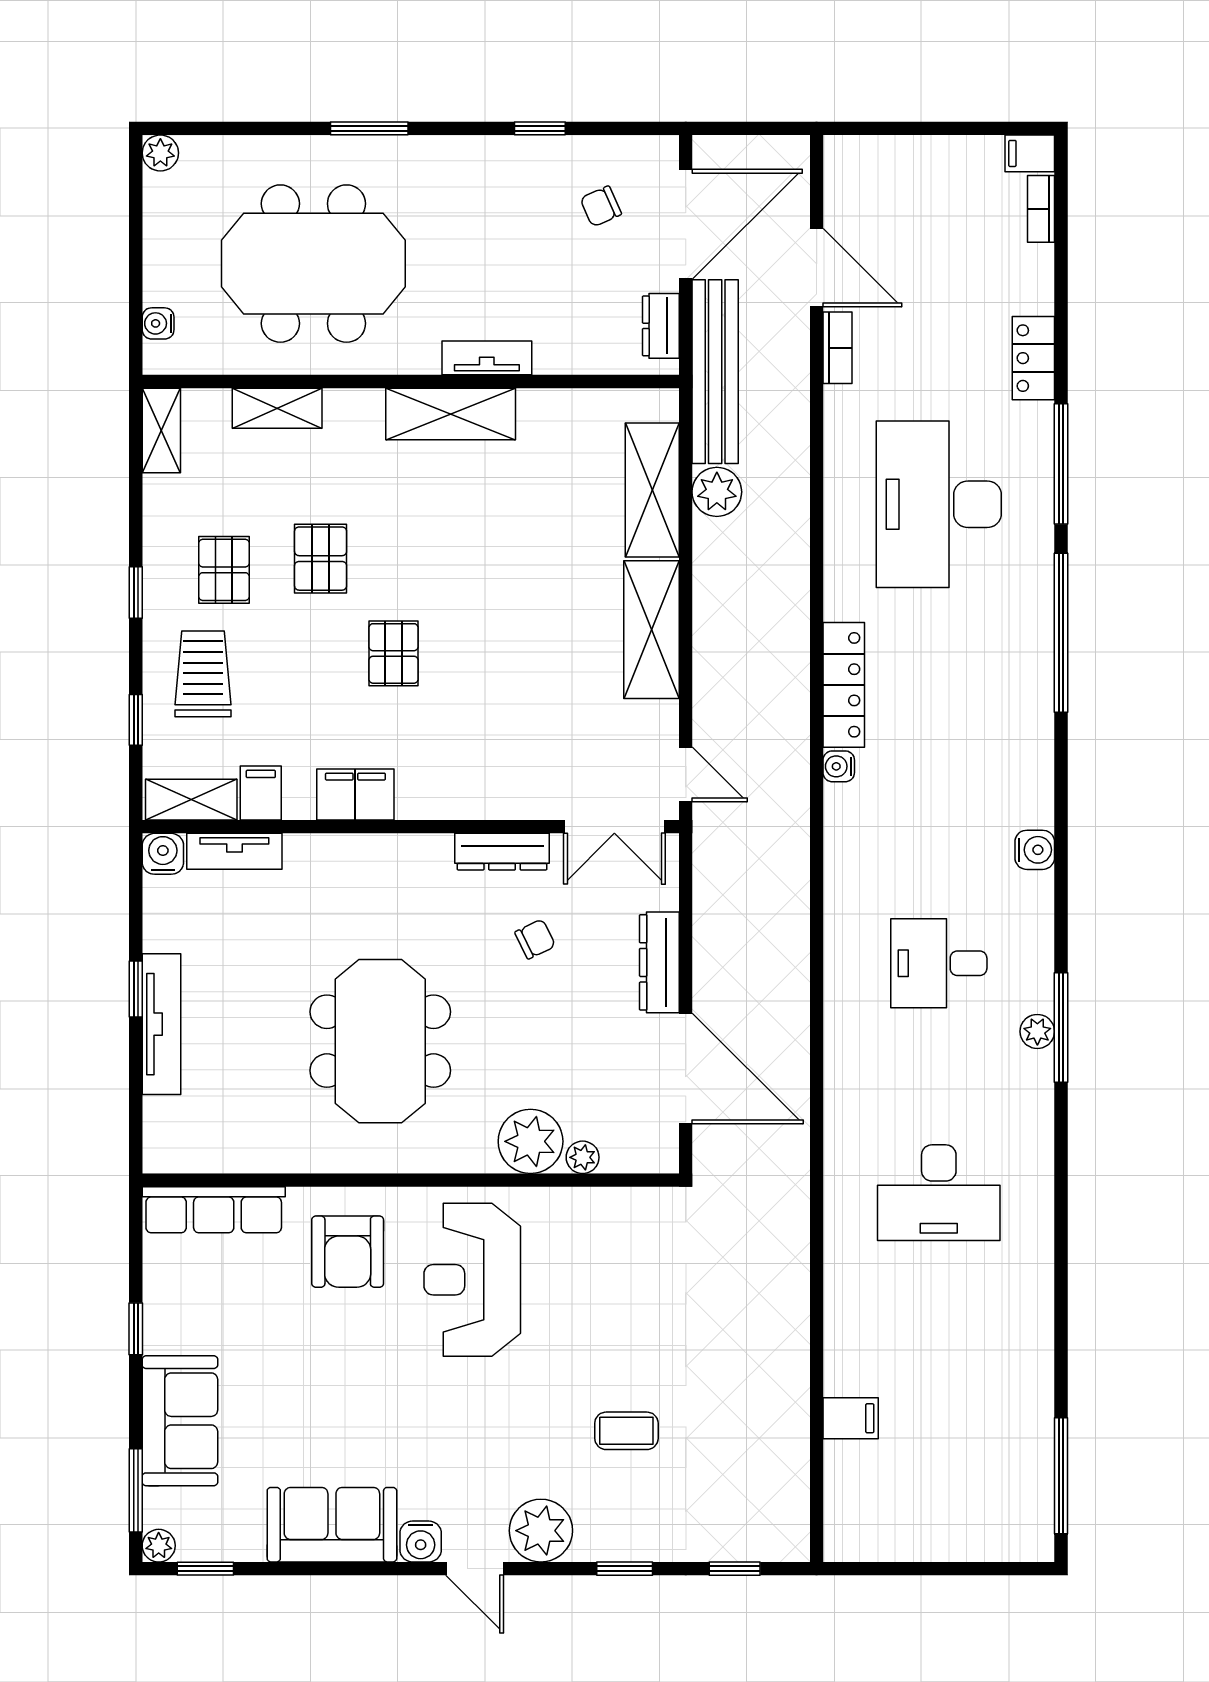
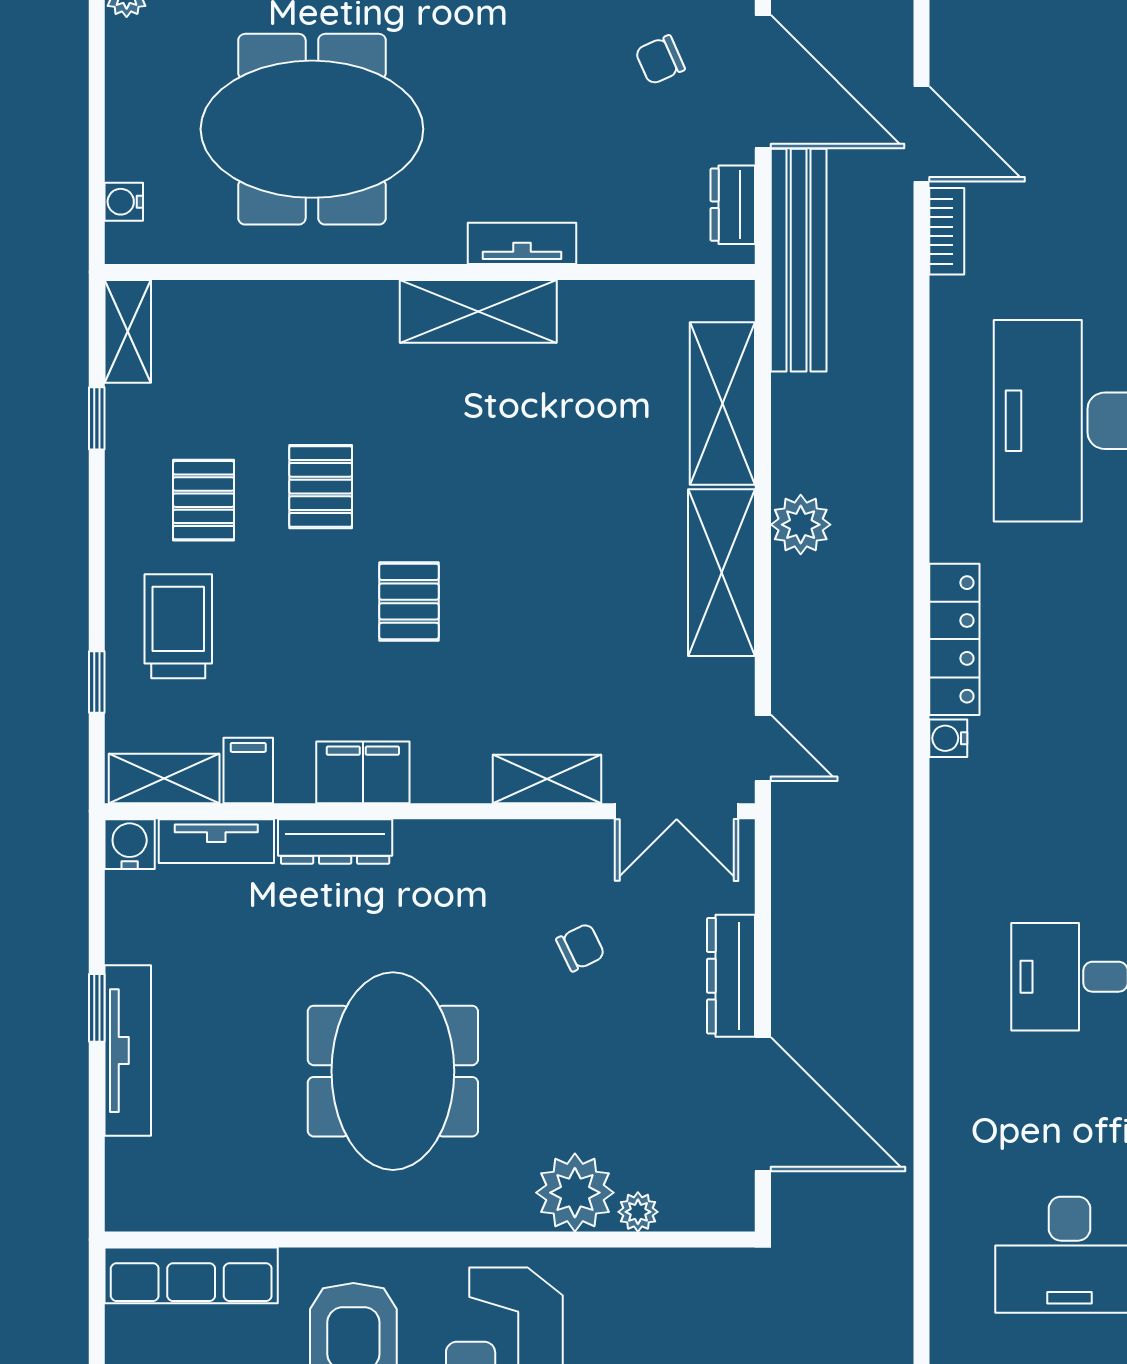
door: (686, 224) -> (763, 82), hinge flipped
shelving: (277, 408) -> (547, 779), moved
plant: (717, 492) -> (801, 525), moved
window: (136, 593) -> (97, 418), moved
dresser: (502, 852) -> (335, 842), moved

